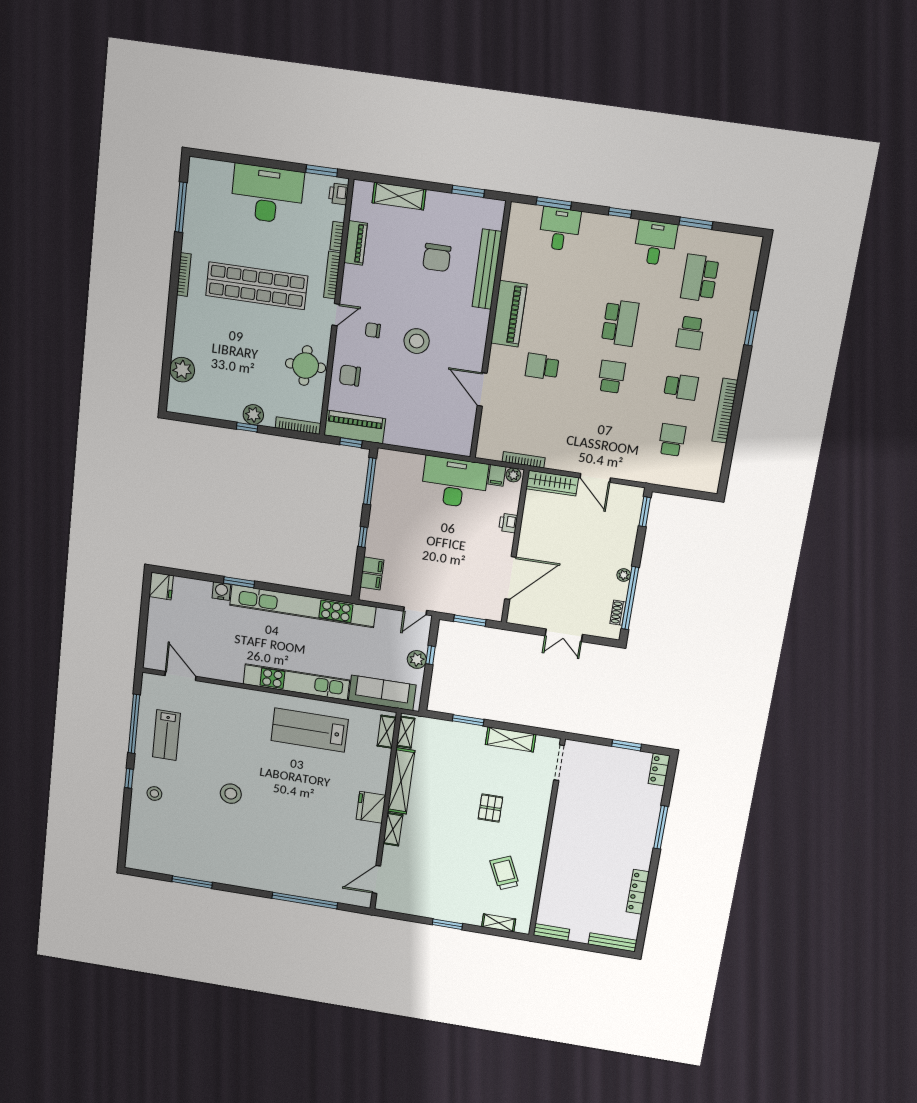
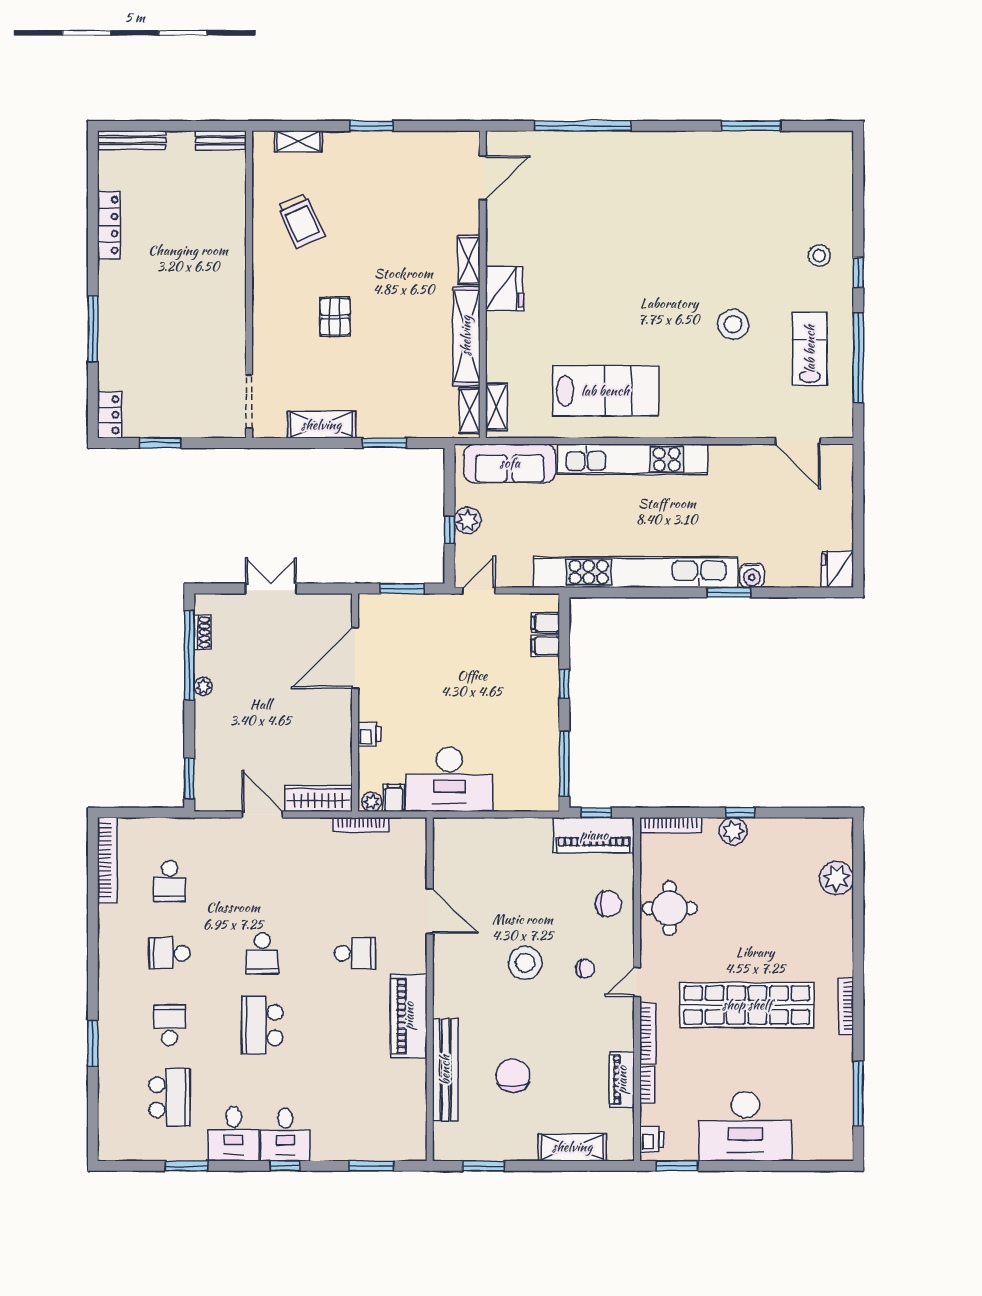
desk: (560, 229) -> (285, 1135), moved
bookcase: (725, 411) -> (107, 860), moved
stool: (231, 794) -> (733, 324), moved

